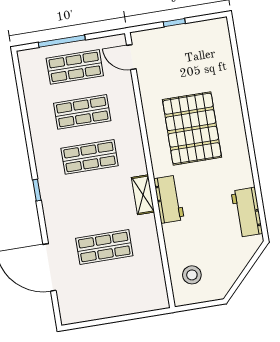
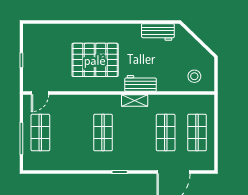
shop shelf: (82, 112) -> (197, 133), moved

